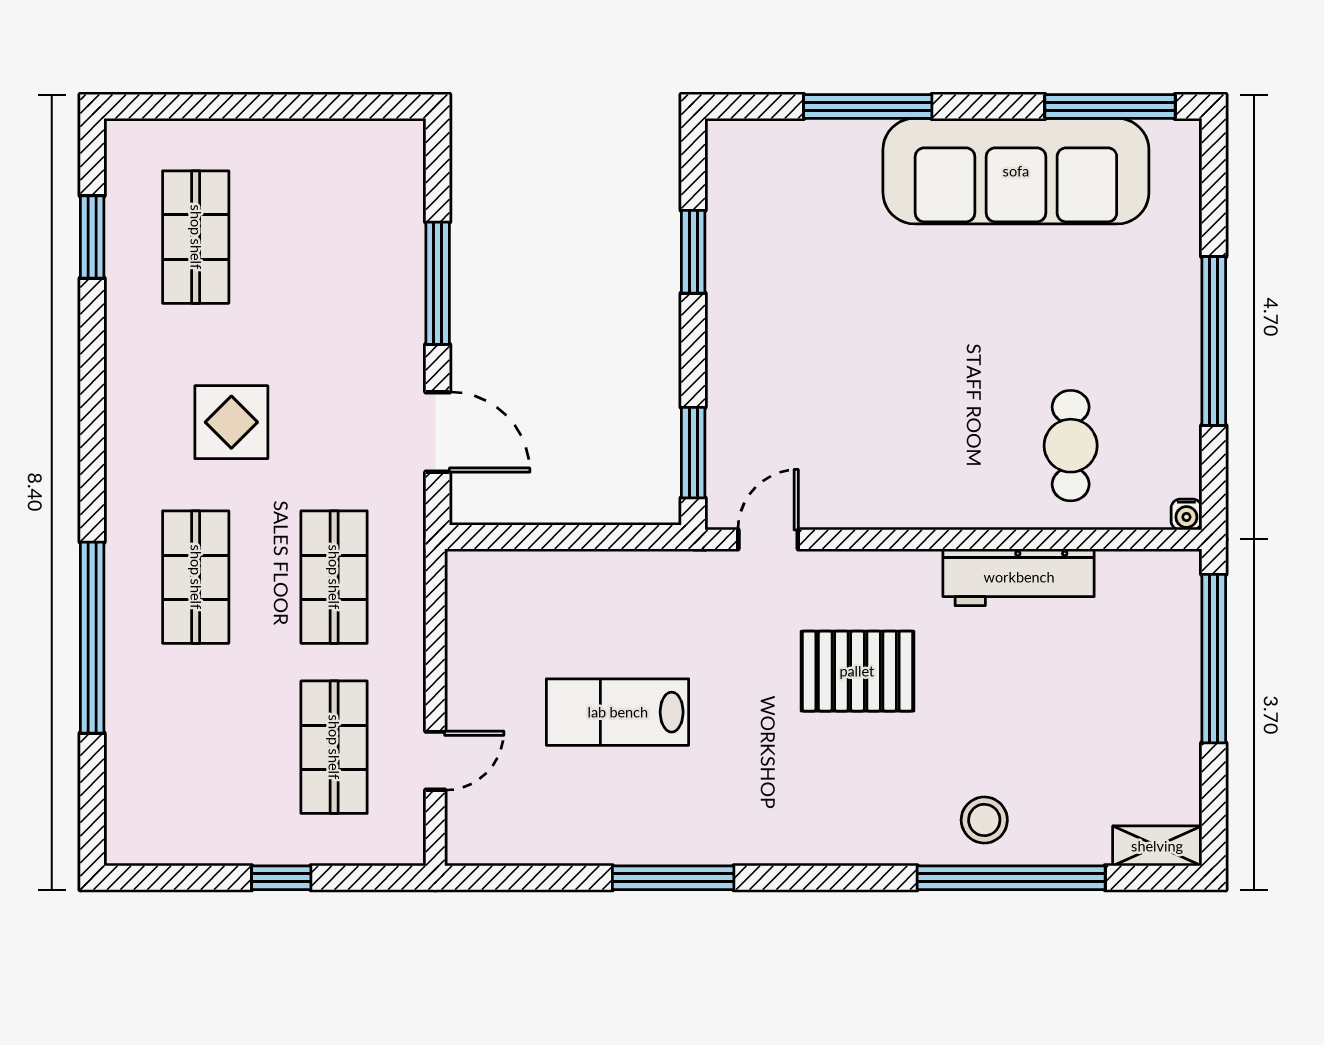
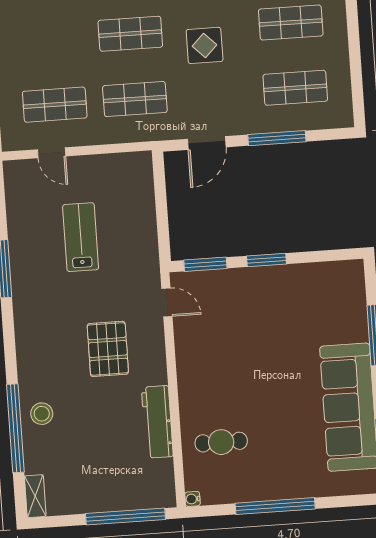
shop shelf: (334, 237) -> (295, 88), added
window: (693, 252) -> (266, 260), moved

